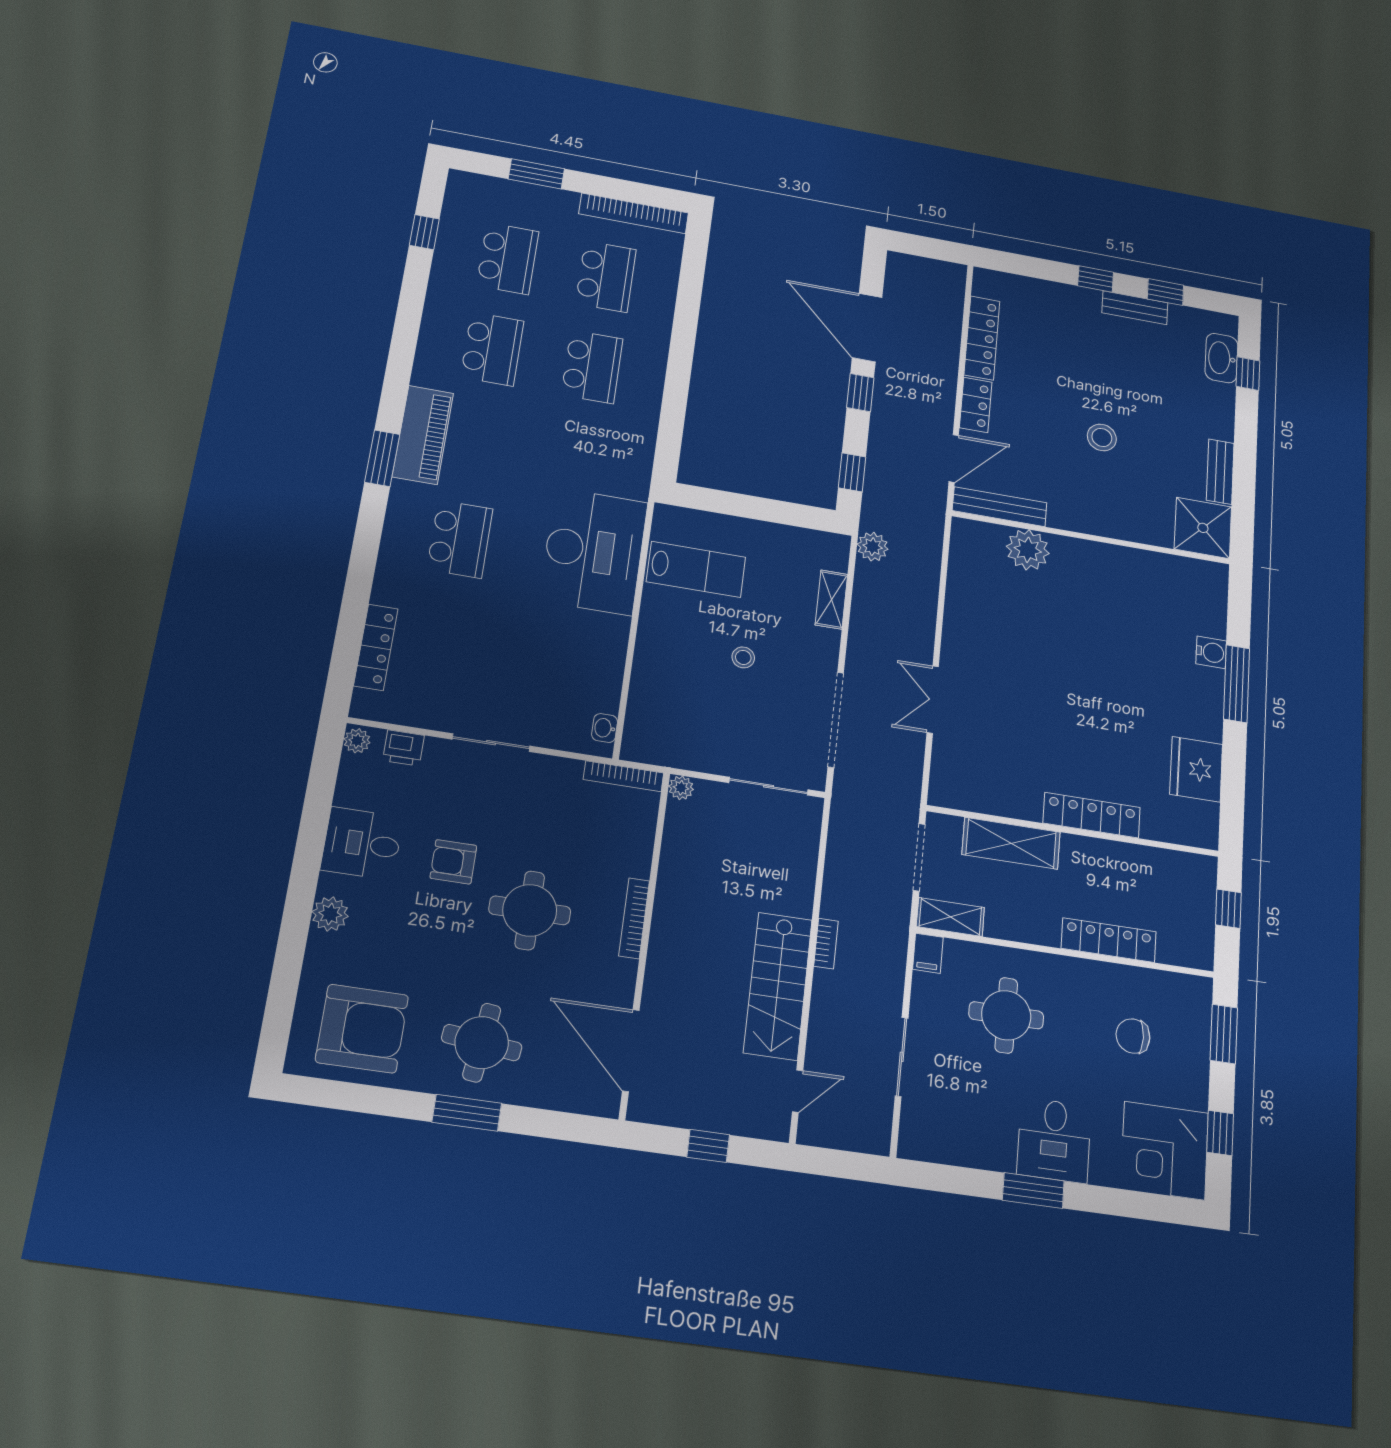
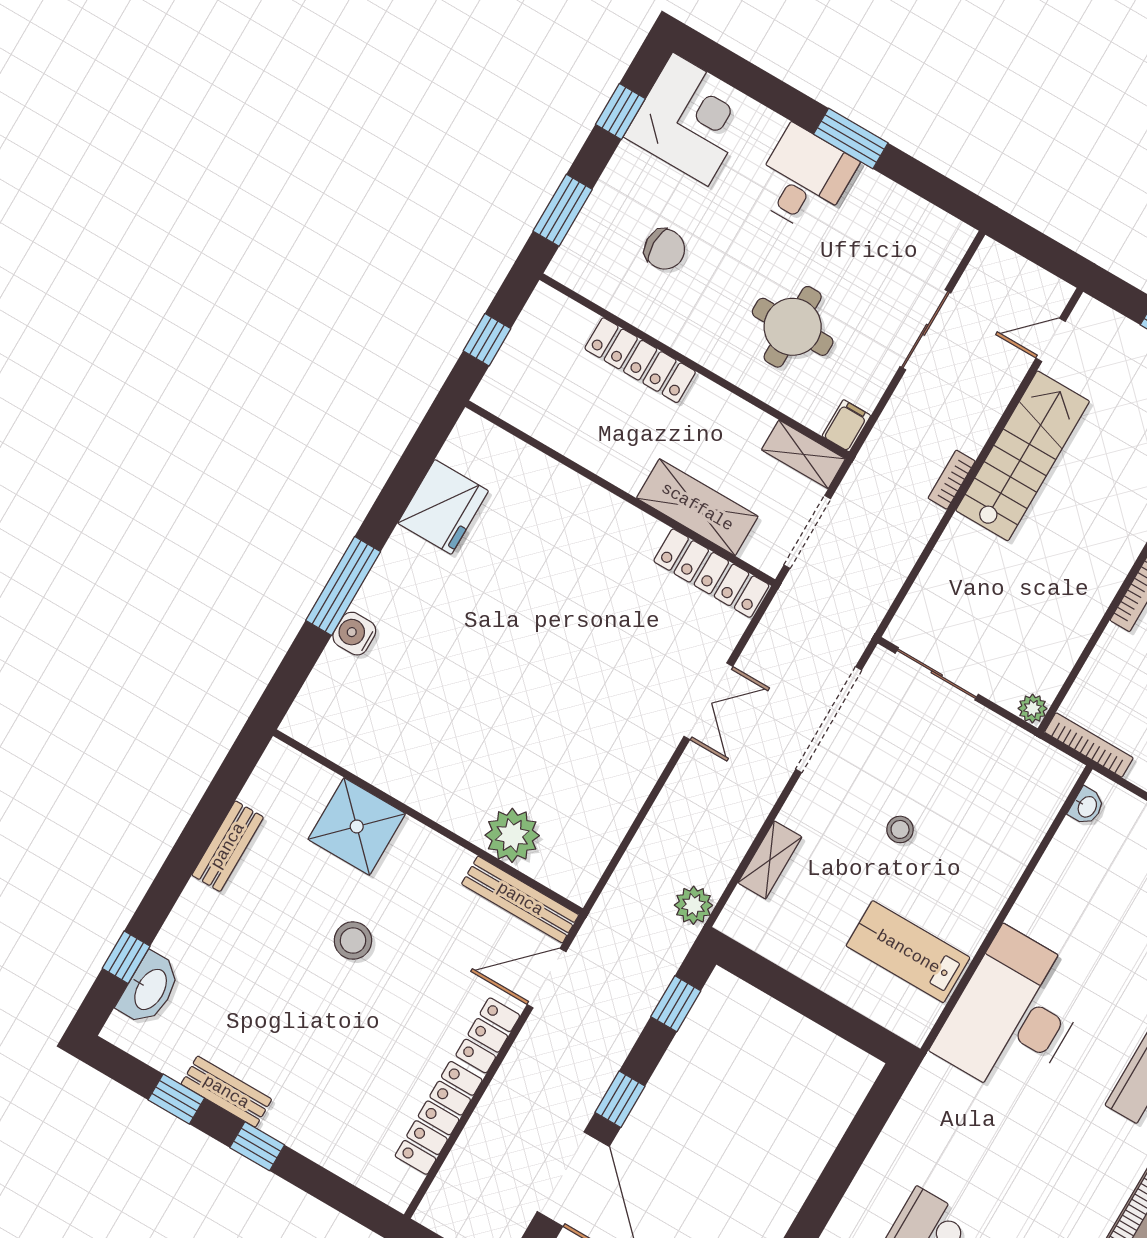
shower: (1203, 528) -> (357, 826), moved
locker: (1092, 815) -> (711, 573), moved

